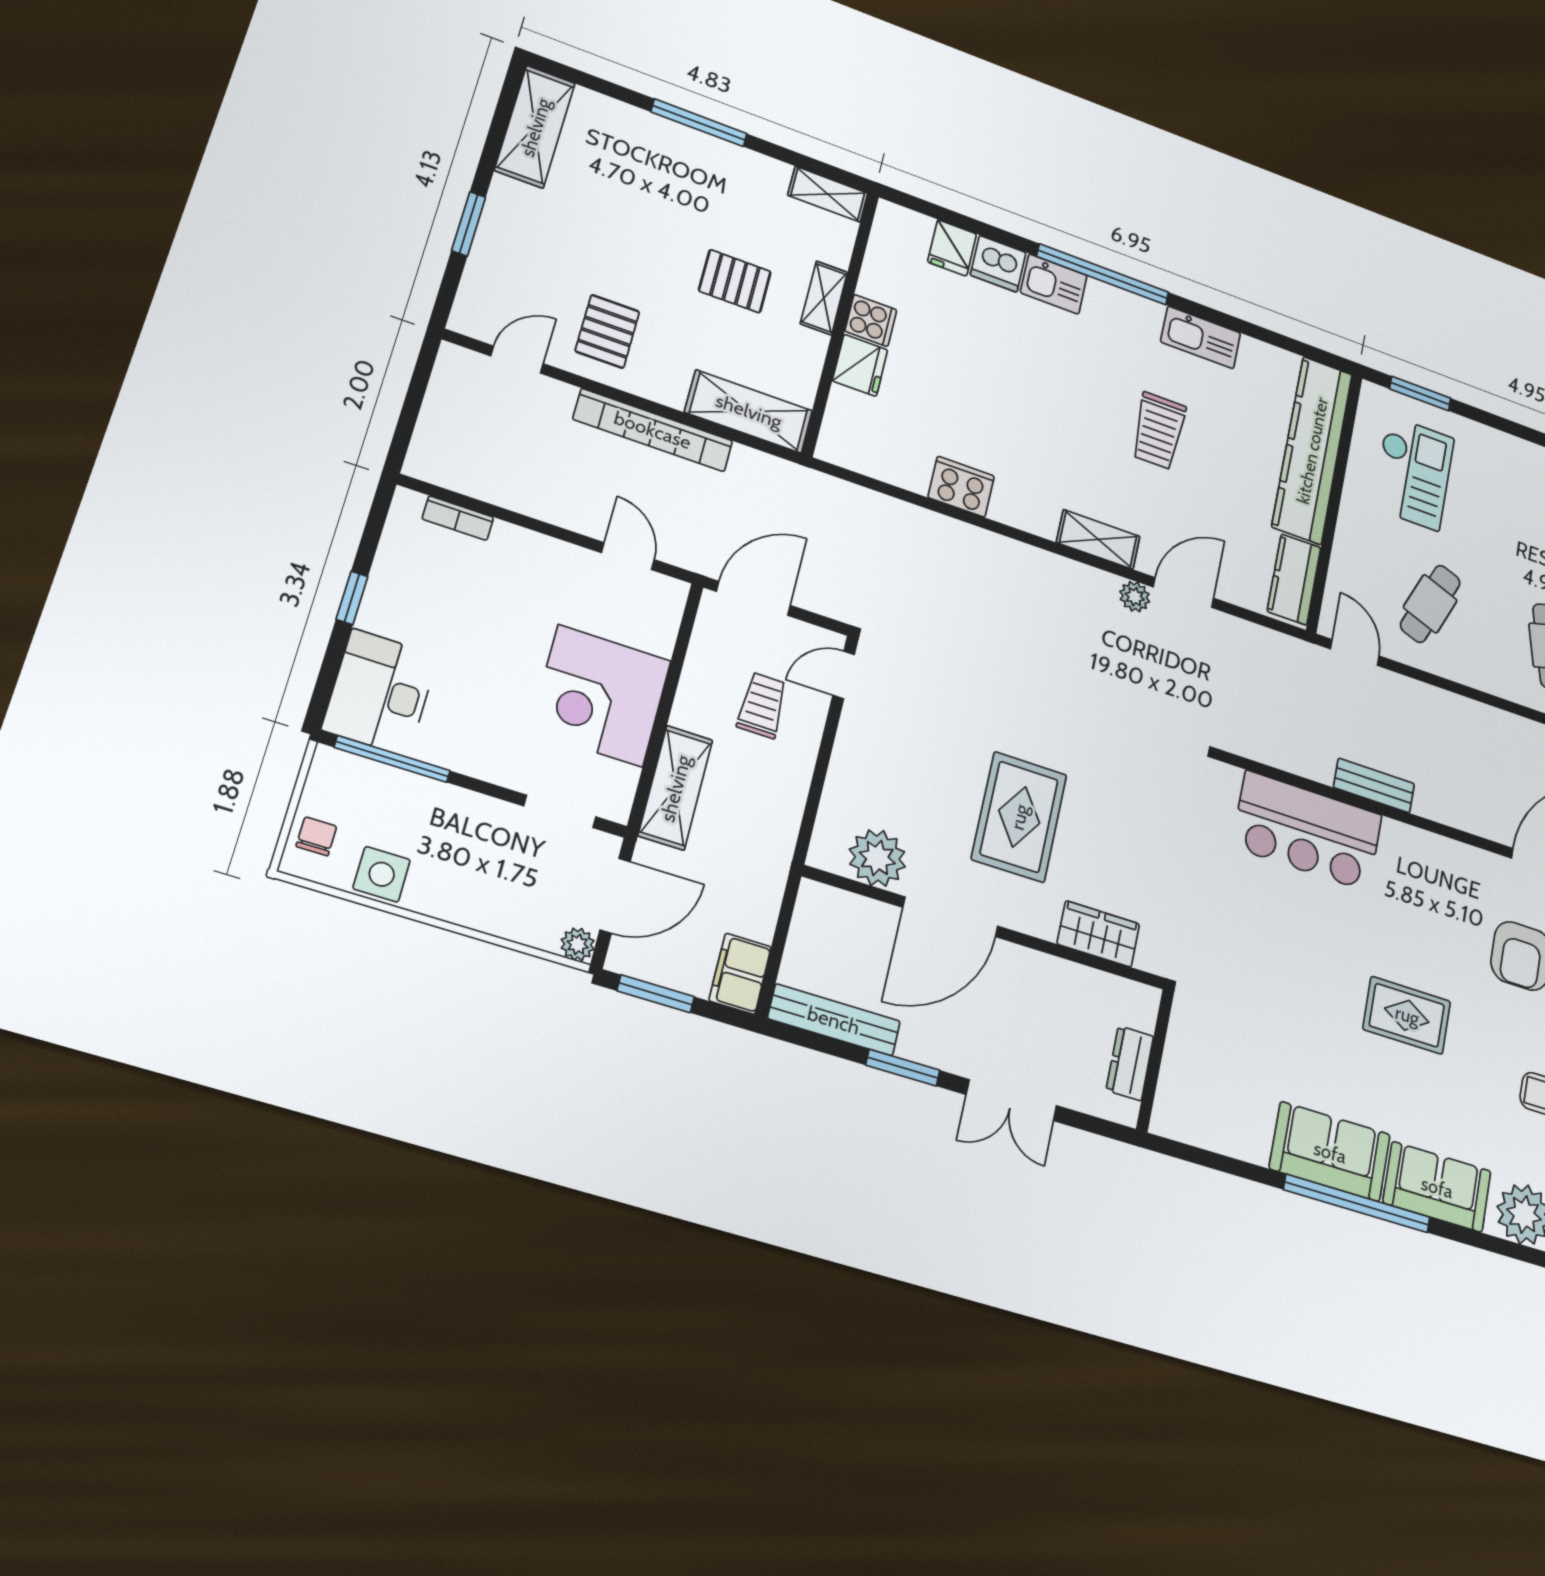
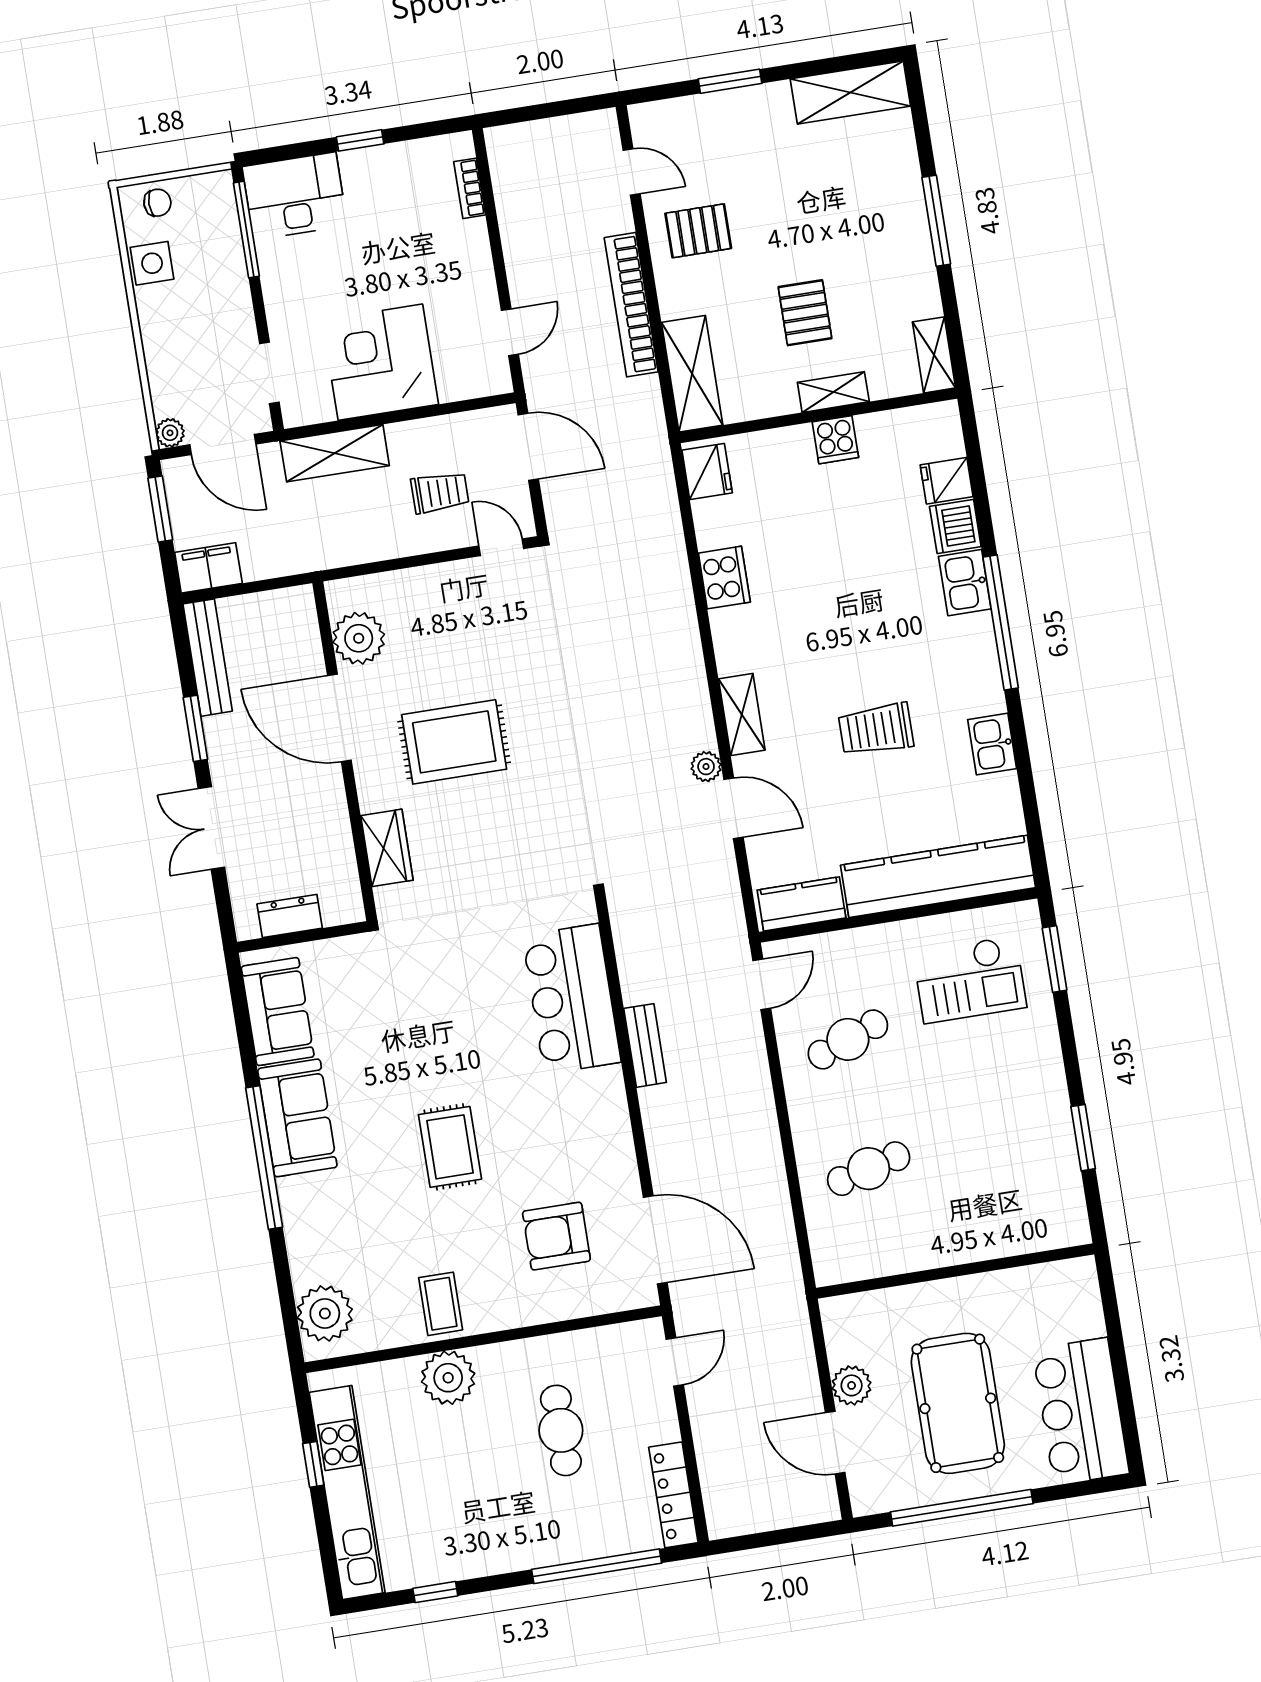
kitchen sink: (1201, 337) -> (992, 744), width x0.73
fridge: (860, 365) -> (707, 472), moved, turned -90
cafe table: (1430, 604) -> (848, 1039), turned -42
sofa: (1437, 1187) -> (278, 1012), moved

